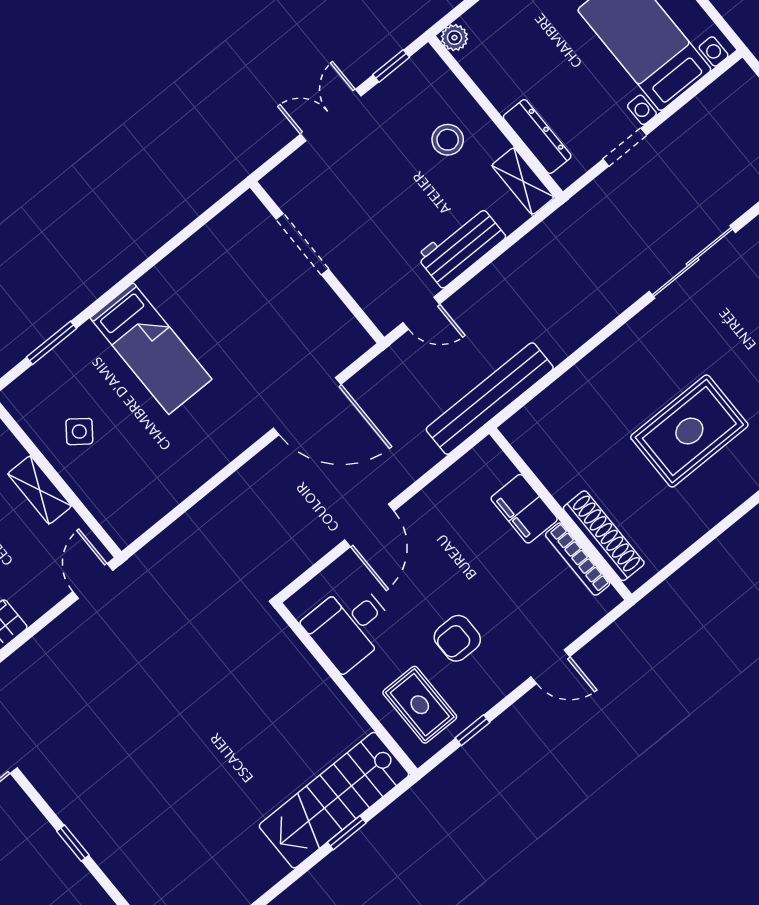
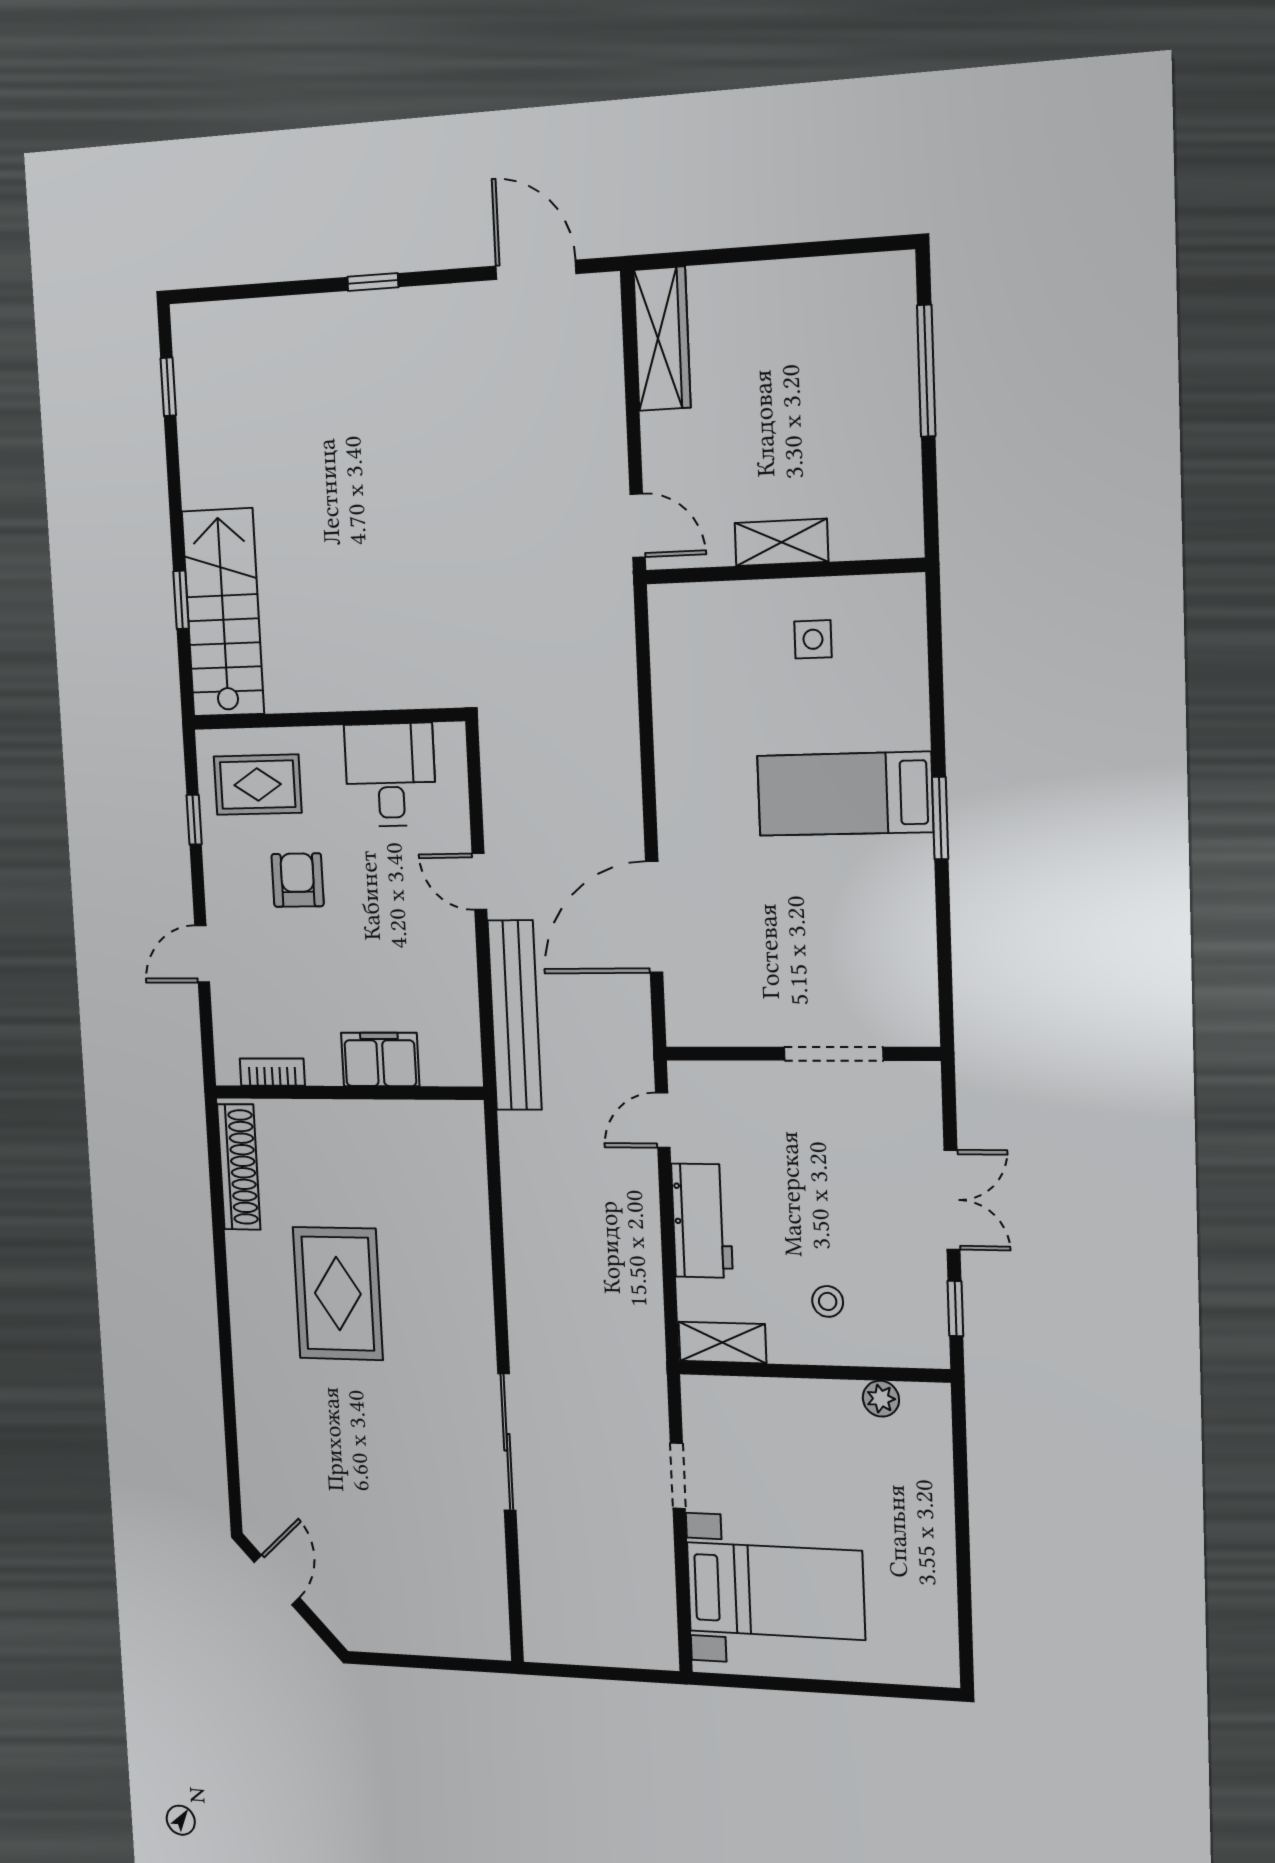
plant: (454, 38) -> (881, 1399), moved
dresser: (537, 137) -> (759, 1397), removed
stool: (448, 140) -> (828, 1301), width x0.73, depth x0.73
window: (52, 343) -> (940, 818), moved
bench: (490, 399) -> (515, 1015), moved
side table: (79, 432) -> (813, 639), turned -37
door: (369, 525) -> (479, 882), width x0.73
shoe rack: (604, 536) -> (239, 1167), moved, turned -90
bookcase: (578, 559) -> (272, 1072), width x0.64

